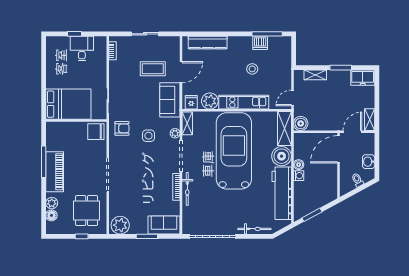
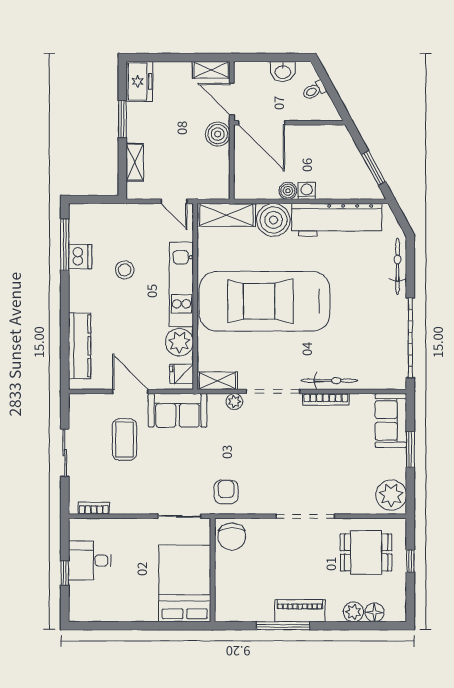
boiler: (301, 123) -> (218, 134), moved
side table: (148, 136) -> (239, 447), removed
piano: (55, 172) -> (300, 611), width x0.73, depth x0.75

